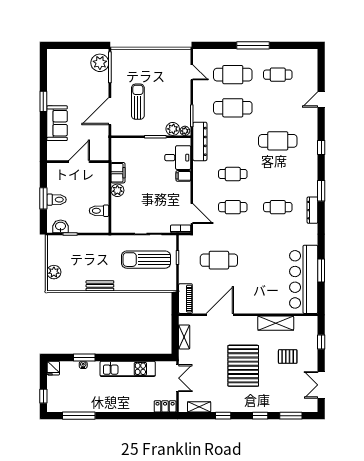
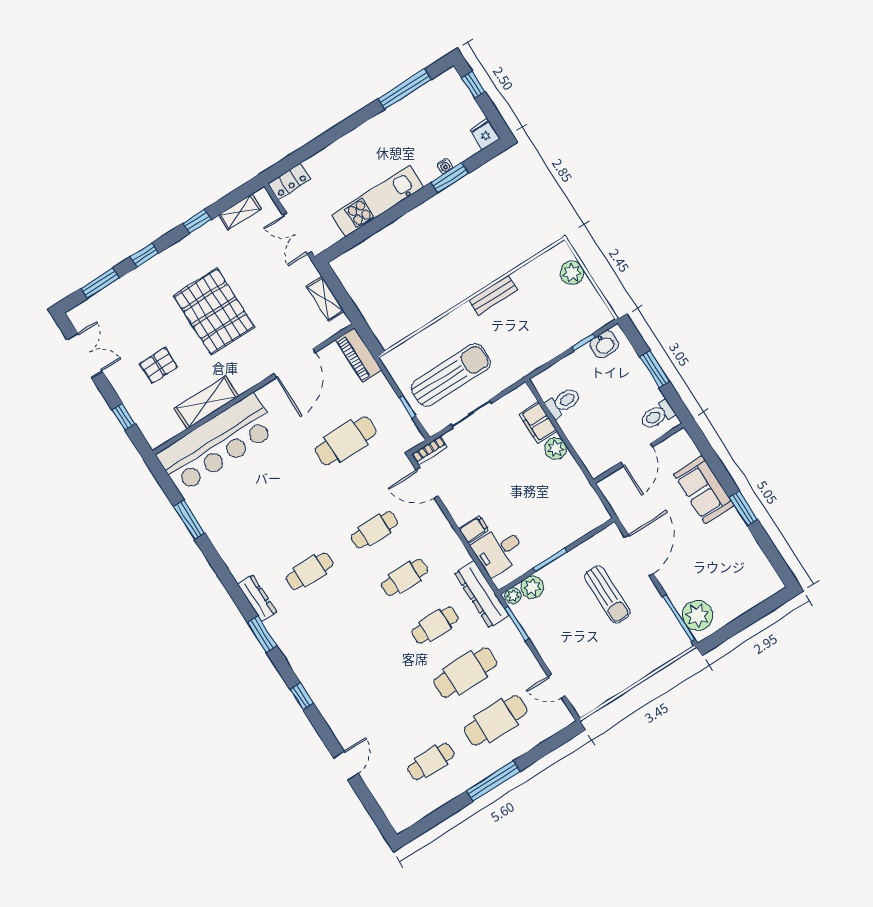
cafe table: (278, 141) -> (435, 625), moved, width x0.73, depth x0.74
filing cabinet: (118, 173) -> (538, 423), moved
toilet: (57, 200) -> (657, 415), moved
bar counter: (304, 279) -> (217, 443), moved, turned 90

